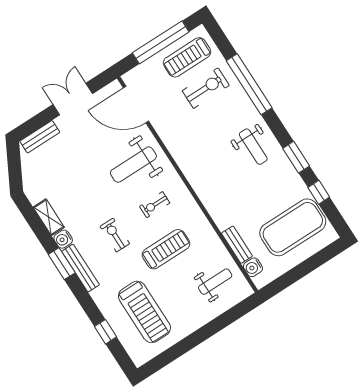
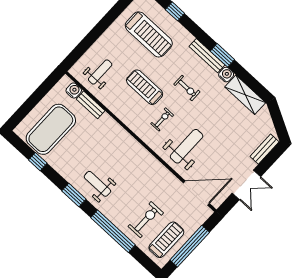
exercise bike: (206, 88) -> (146, 220), turned 180
window: (296, 157) -> (74, 195), moved
shelving: (49, 217) -> (245, 95), width x1.50, depth x1.33
treadmill: (166, 249) -> (145, 87), turned 90
weight bench: (215, 282) -> (100, 72), turned 180
treadmill: (144, 312) -> (149, 34), turned 180

